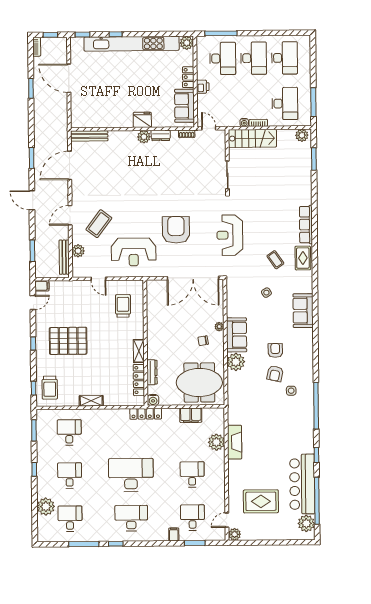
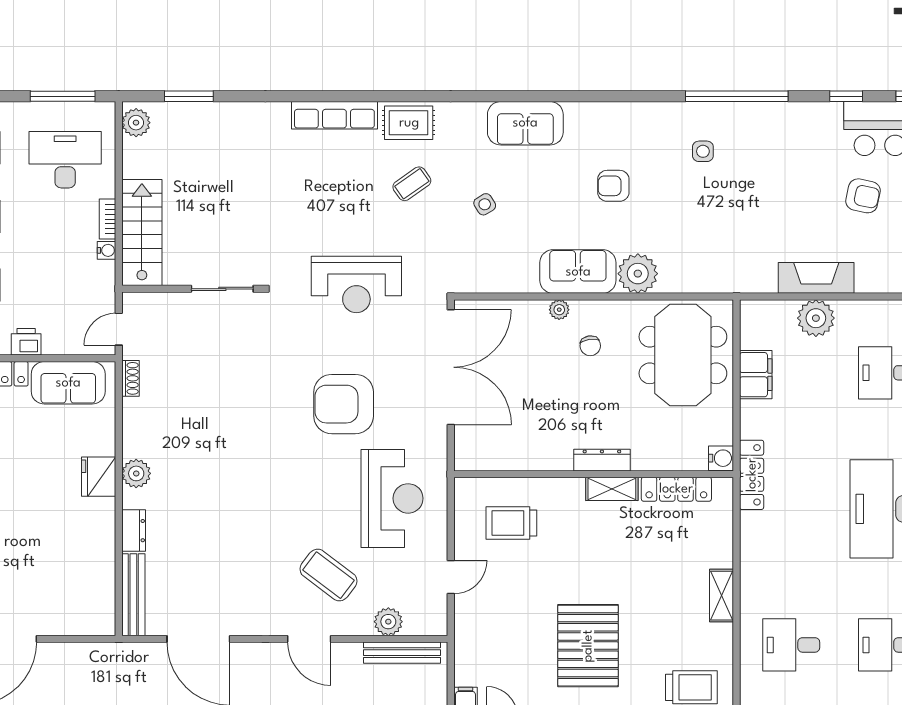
dresser: (161, 135) -> (134, 531), moved
dresser: (152, 372) -> (602, 460), moved
armchair: (275, 374) -> (863, 196), moved

